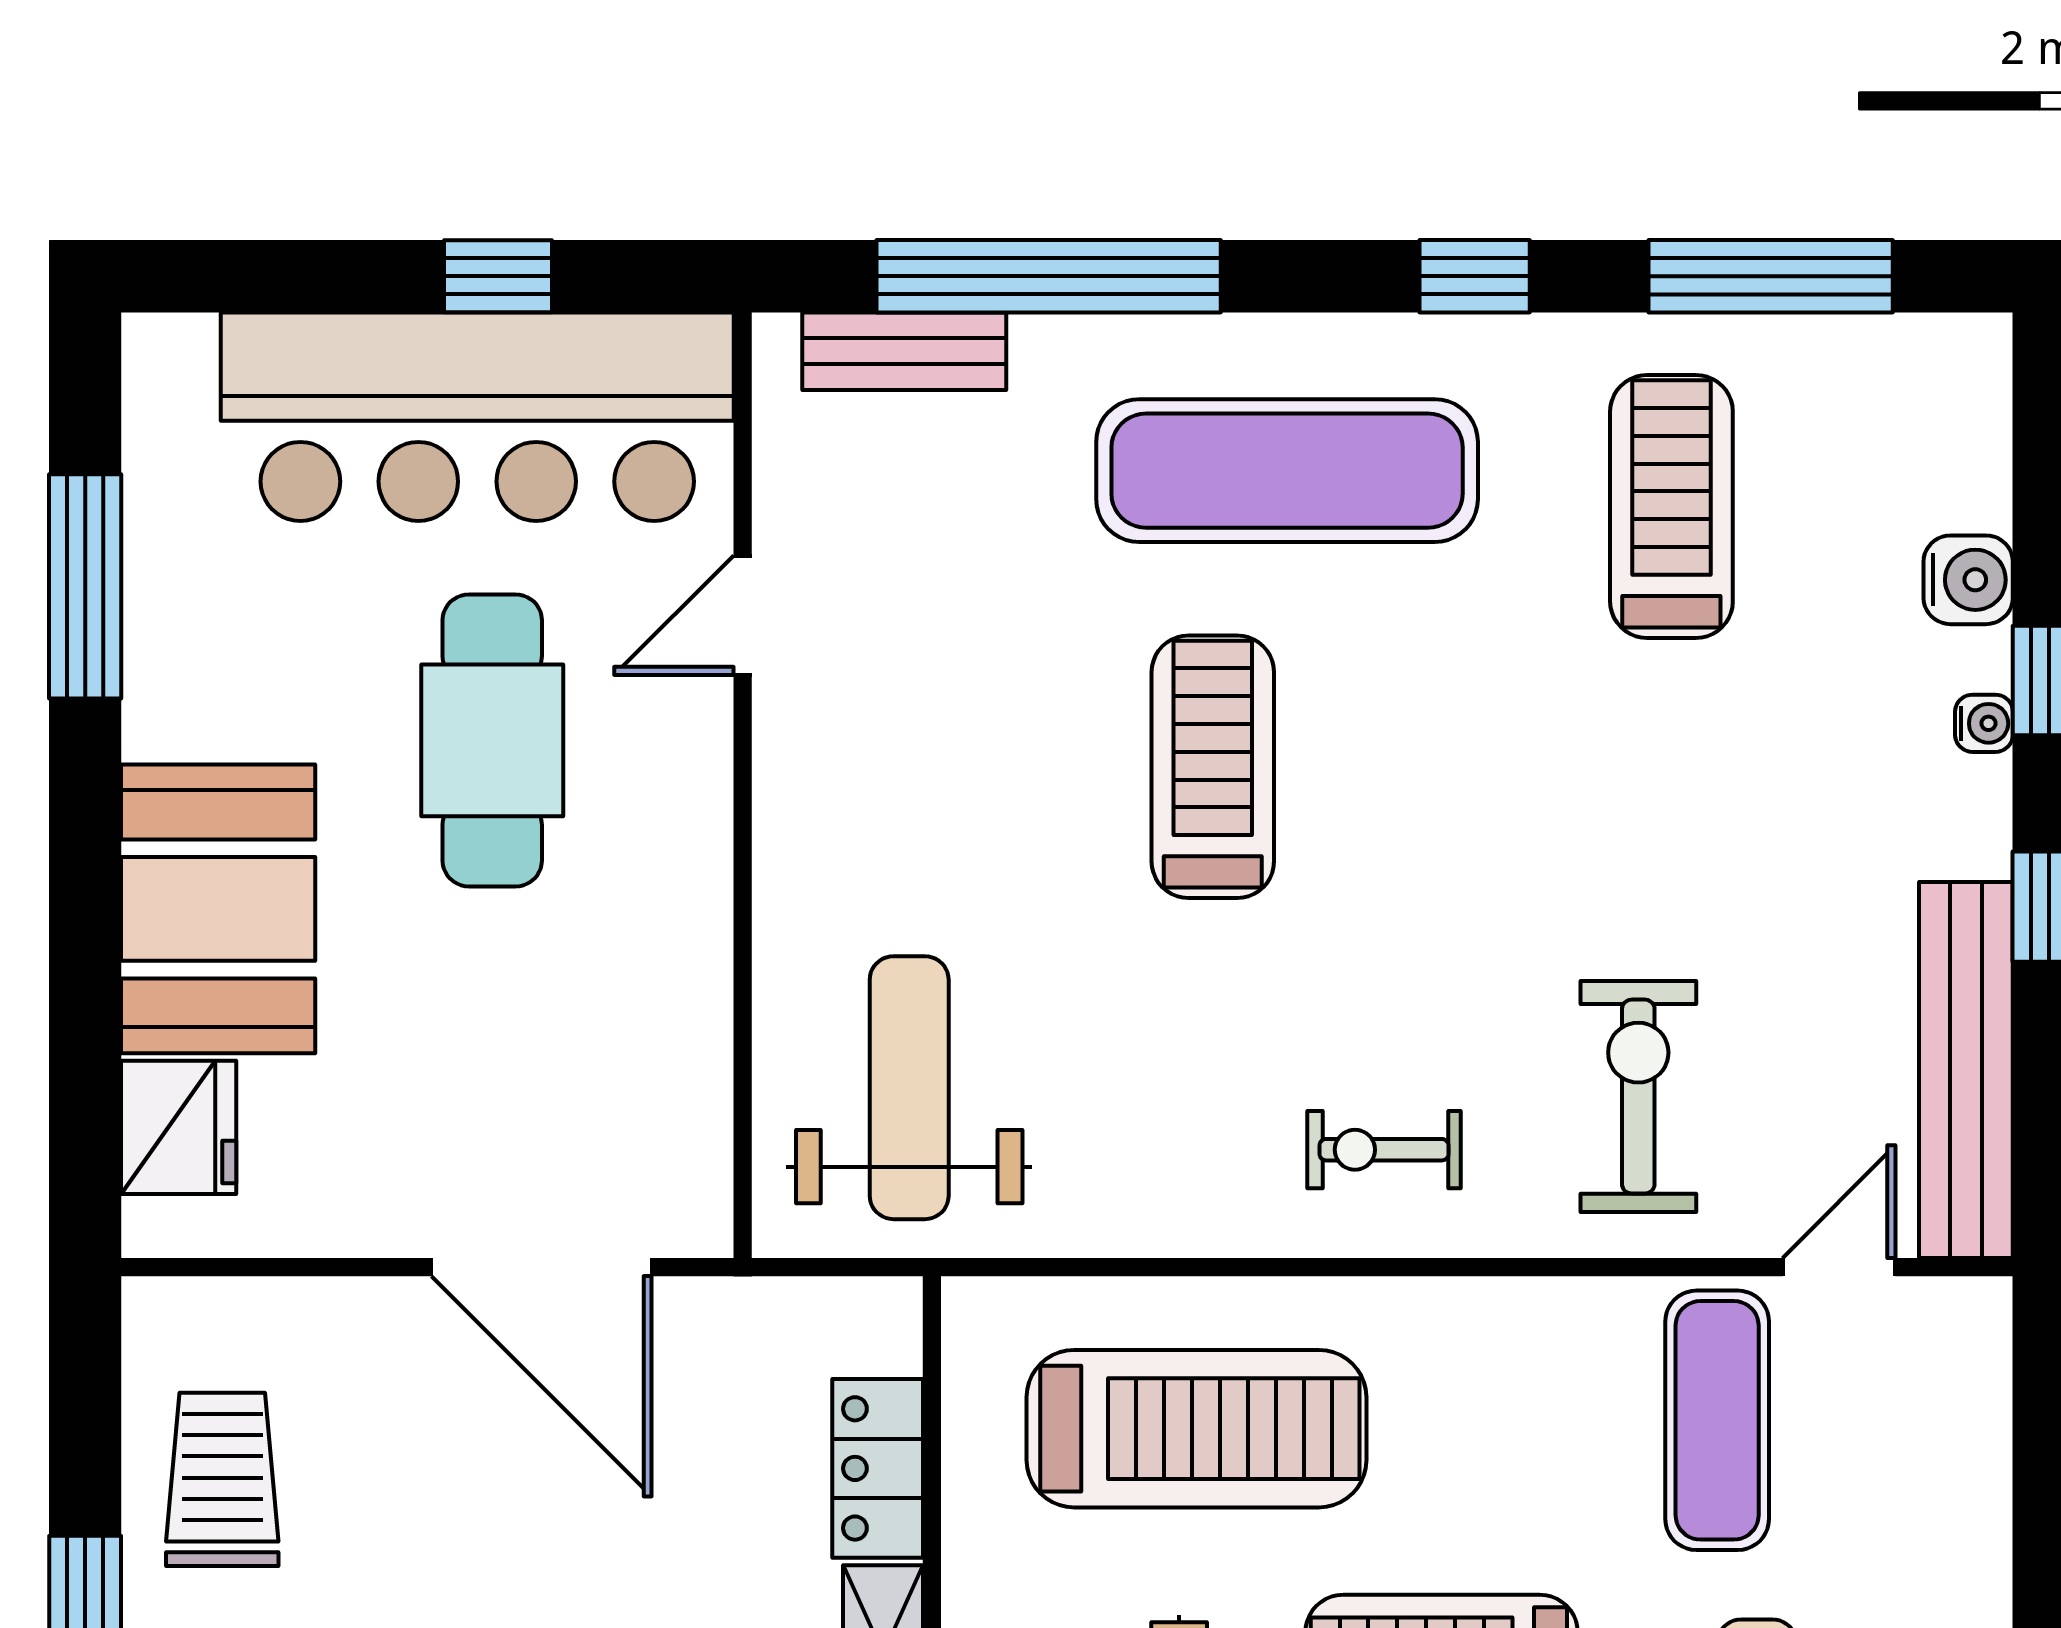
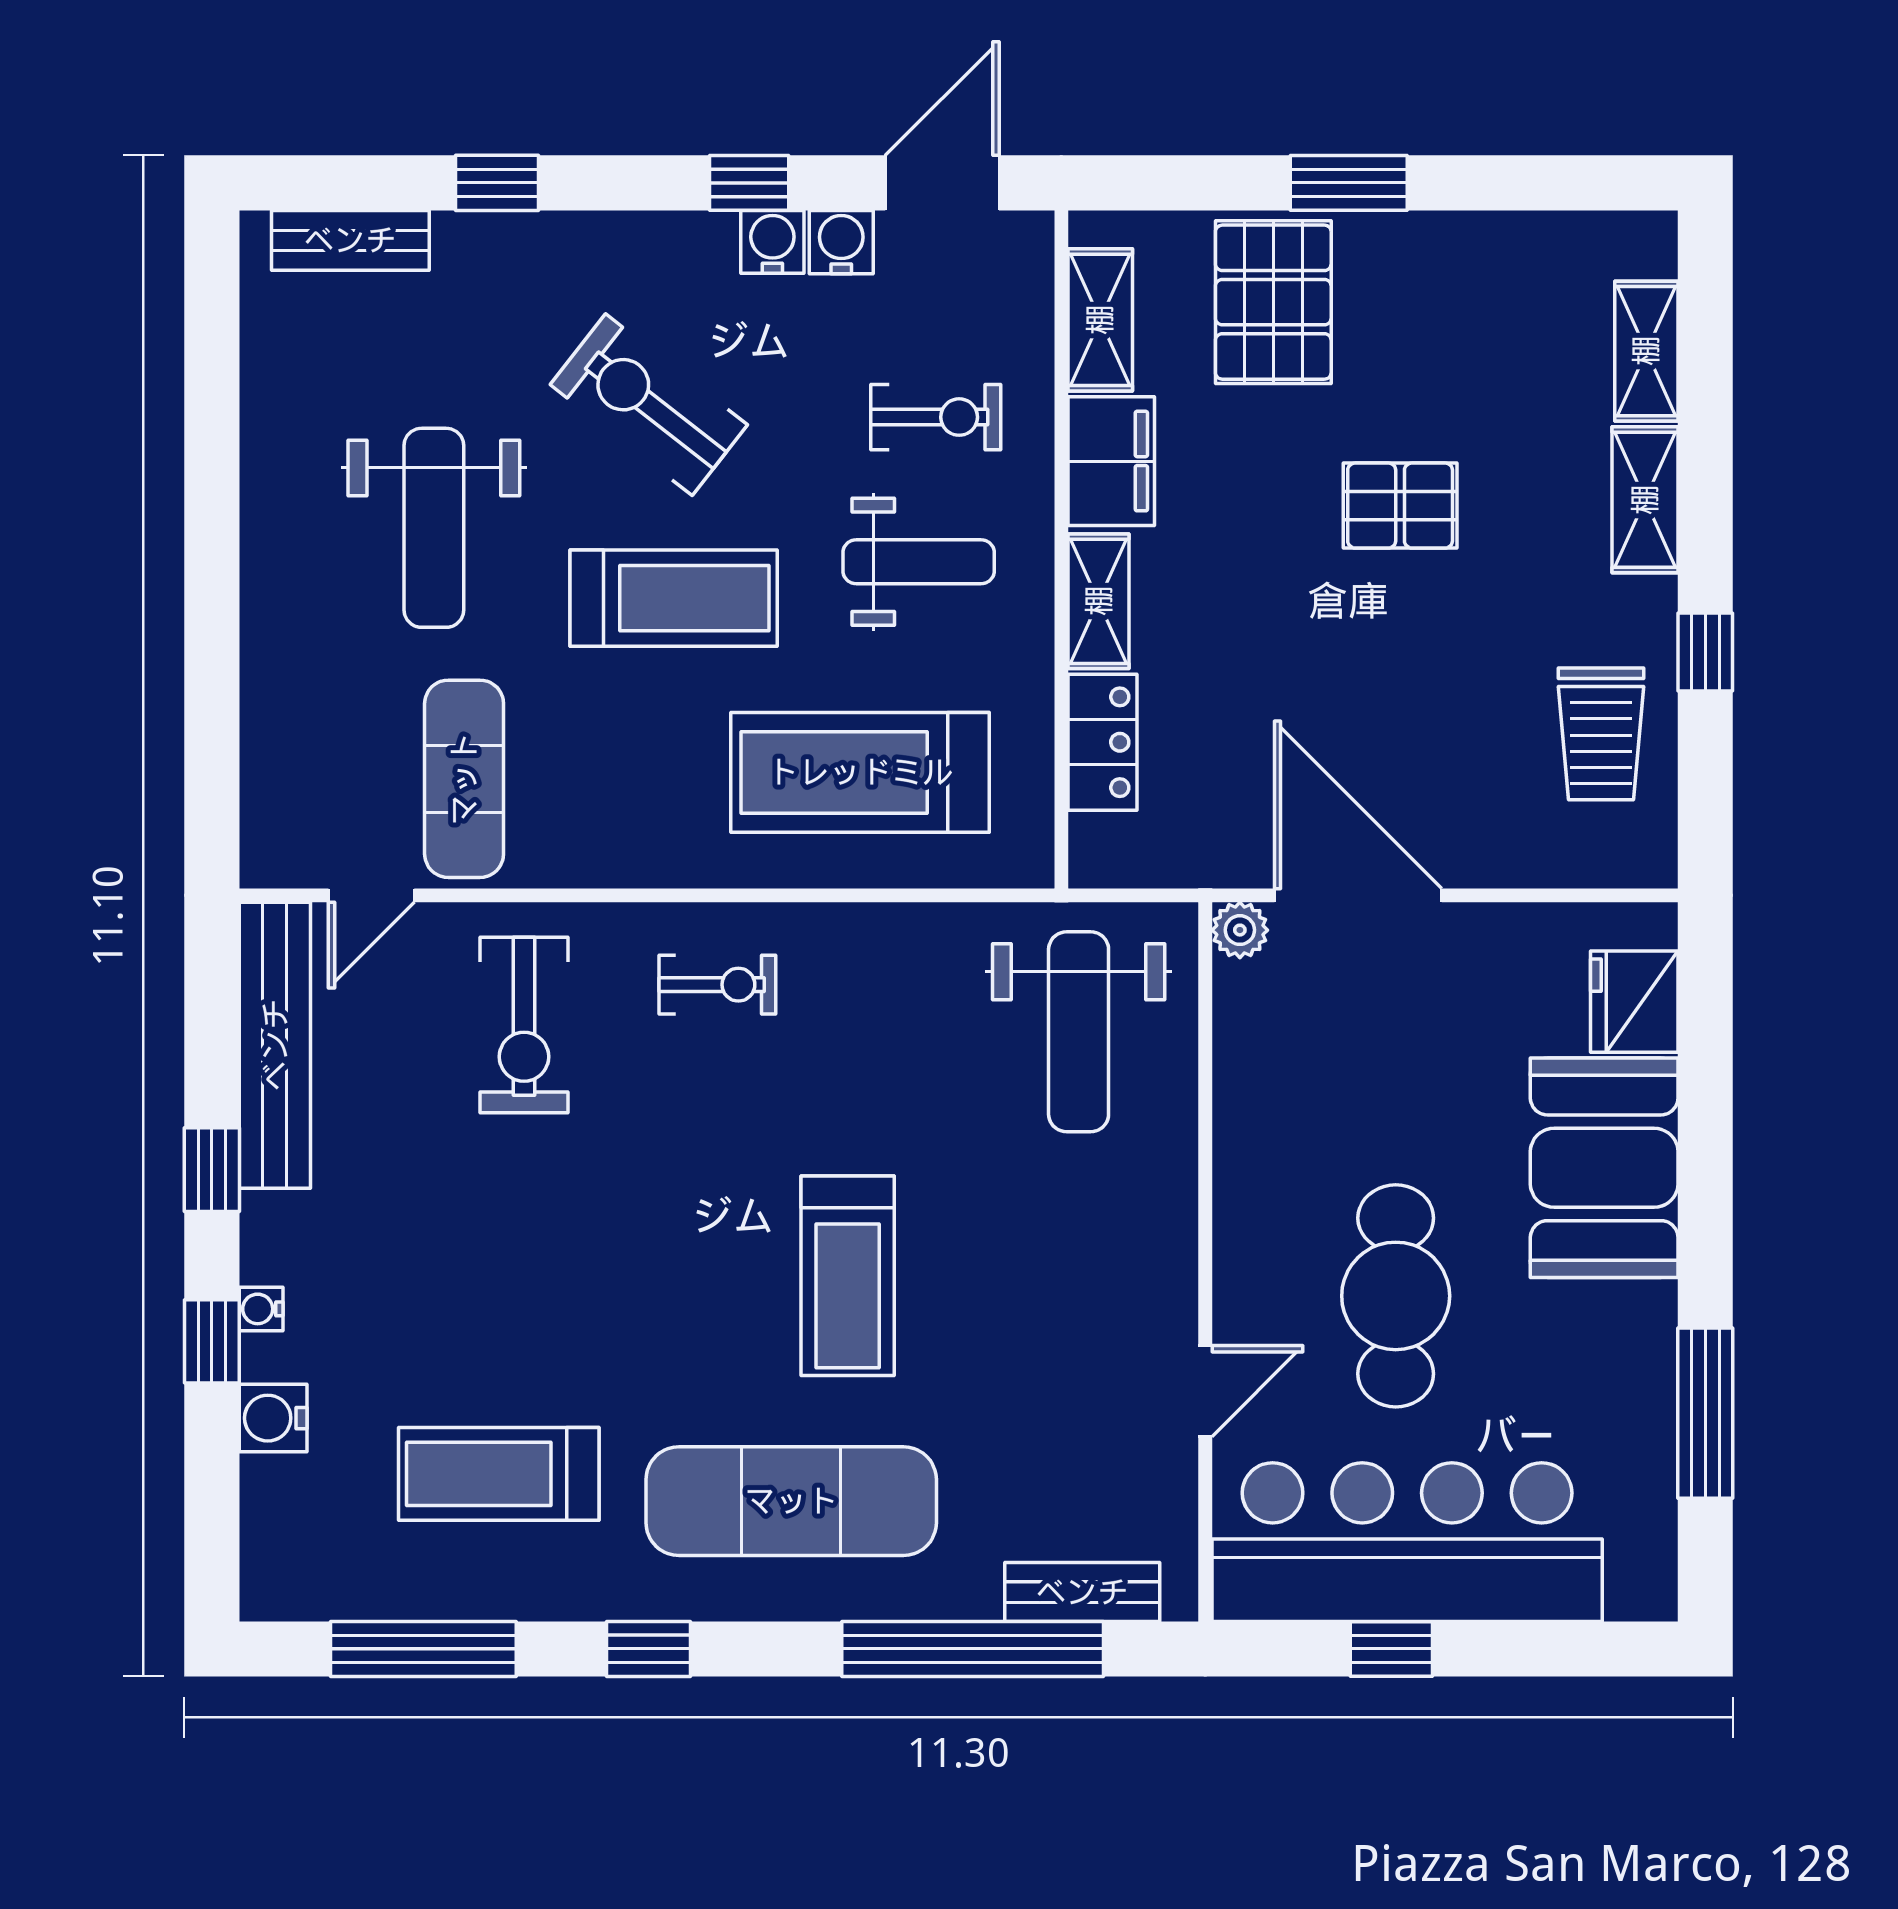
treadmill: (1671, 506) -> (499, 1474), turned 90
plant: (697, 1222) -> (1240, 930), added

